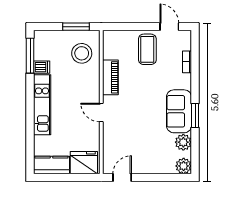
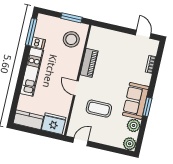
coffee table: (147, 49) -> (99, 109), moved, turned 90

